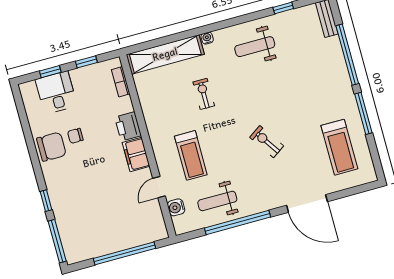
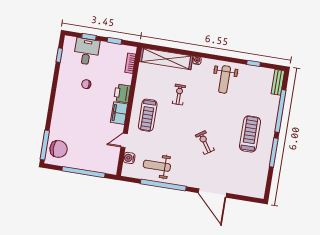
weight bench: (255, 47) -> (225, 79), turned -90
chair: (51, 147) -> (59, 149), moved
treadmill: (339, 147) -> (250, 134), moved, turned 180
treadmill: (191, 155) -> (148, 115), moved
window: (46, 201) -> (59, 55), moved

